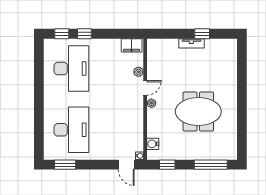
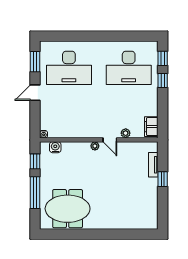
window: (202, 34) -> (163, 179), moved
tv unit: (191, 43) -> (153, 165), moved
meeting table: (198, 112) -> (68, 209), moved, turned 90
door: (126, 165) -> (35, 93), moved
window: (211, 165) -> (35, 193), moved

